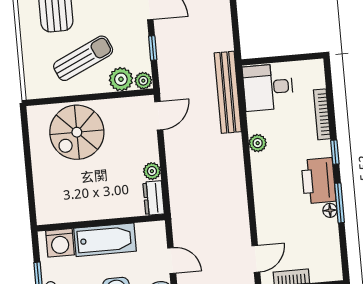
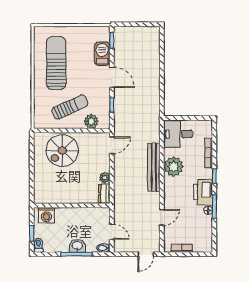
plant: (143, 81) -> (104, 124), removed
bench: (228, 92) -> (154, 167), moved
plant: (258, 143) -> (174, 167), width x1.87, depth x1.87
bathtub: (105, 240) -> (73, 216), removed
door: (256, 259) -> (162, 217), moved

